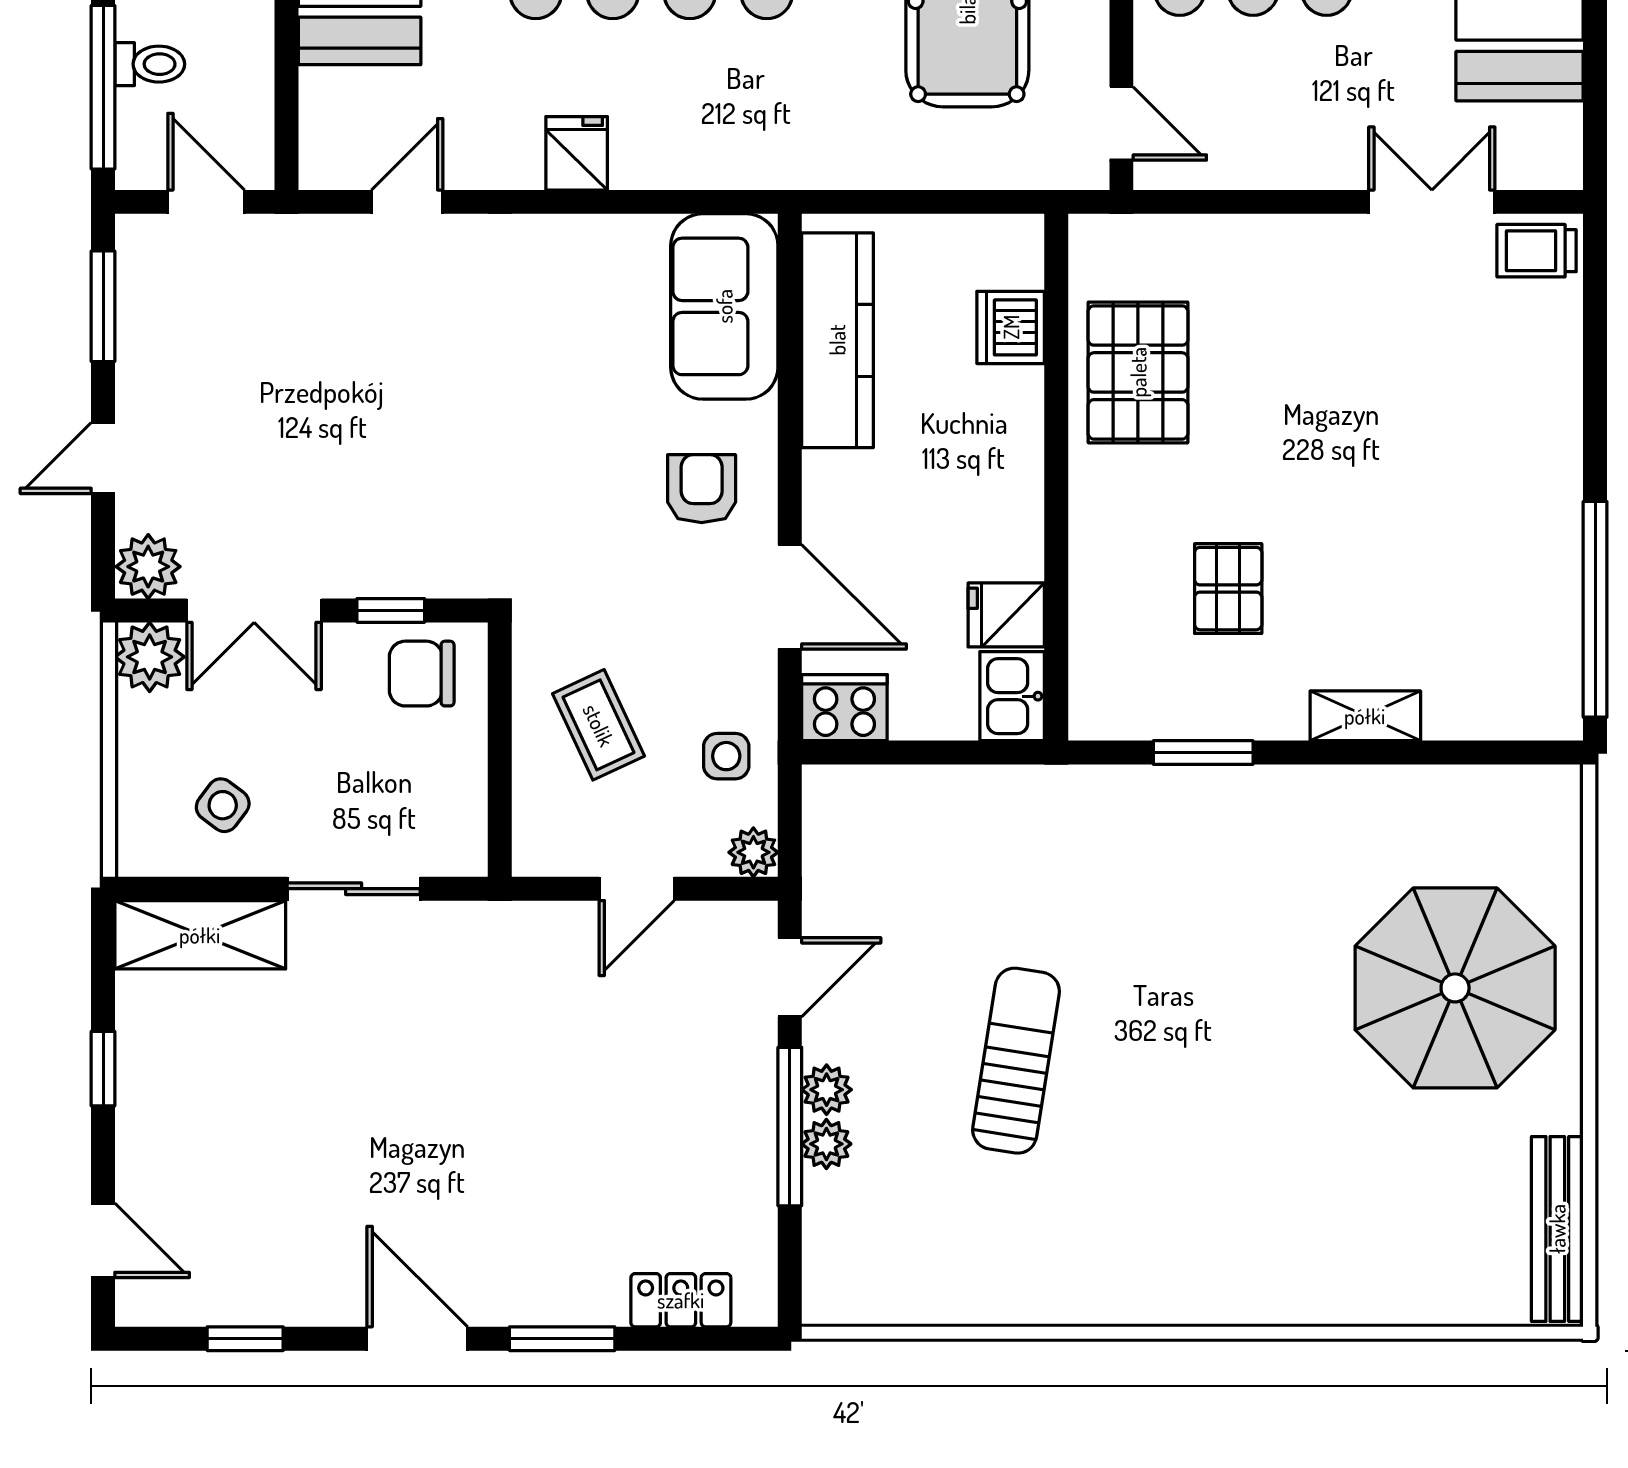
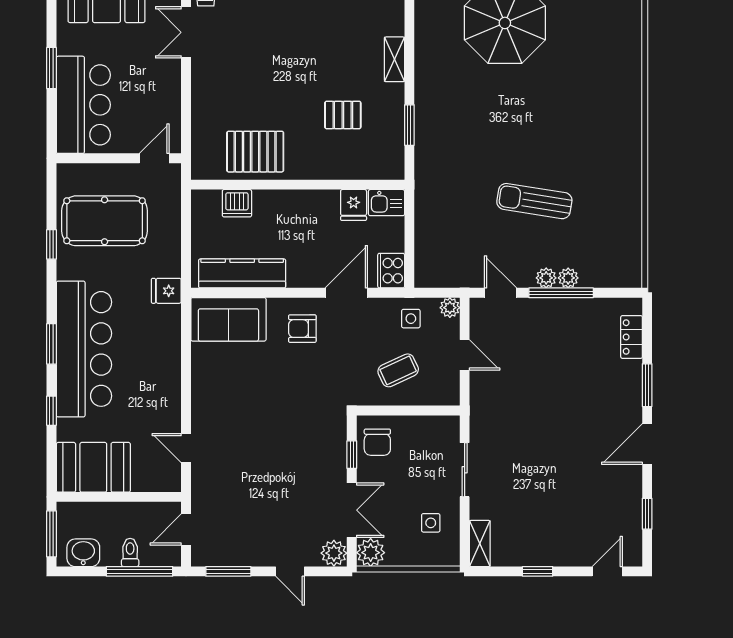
fridge: (577, 153) -> (166, 291), moved
side table: (223, 805) -> (431, 523), turned -37
shelving: (200, 935) -> (480, 544), width x0.67, depth x0.75

